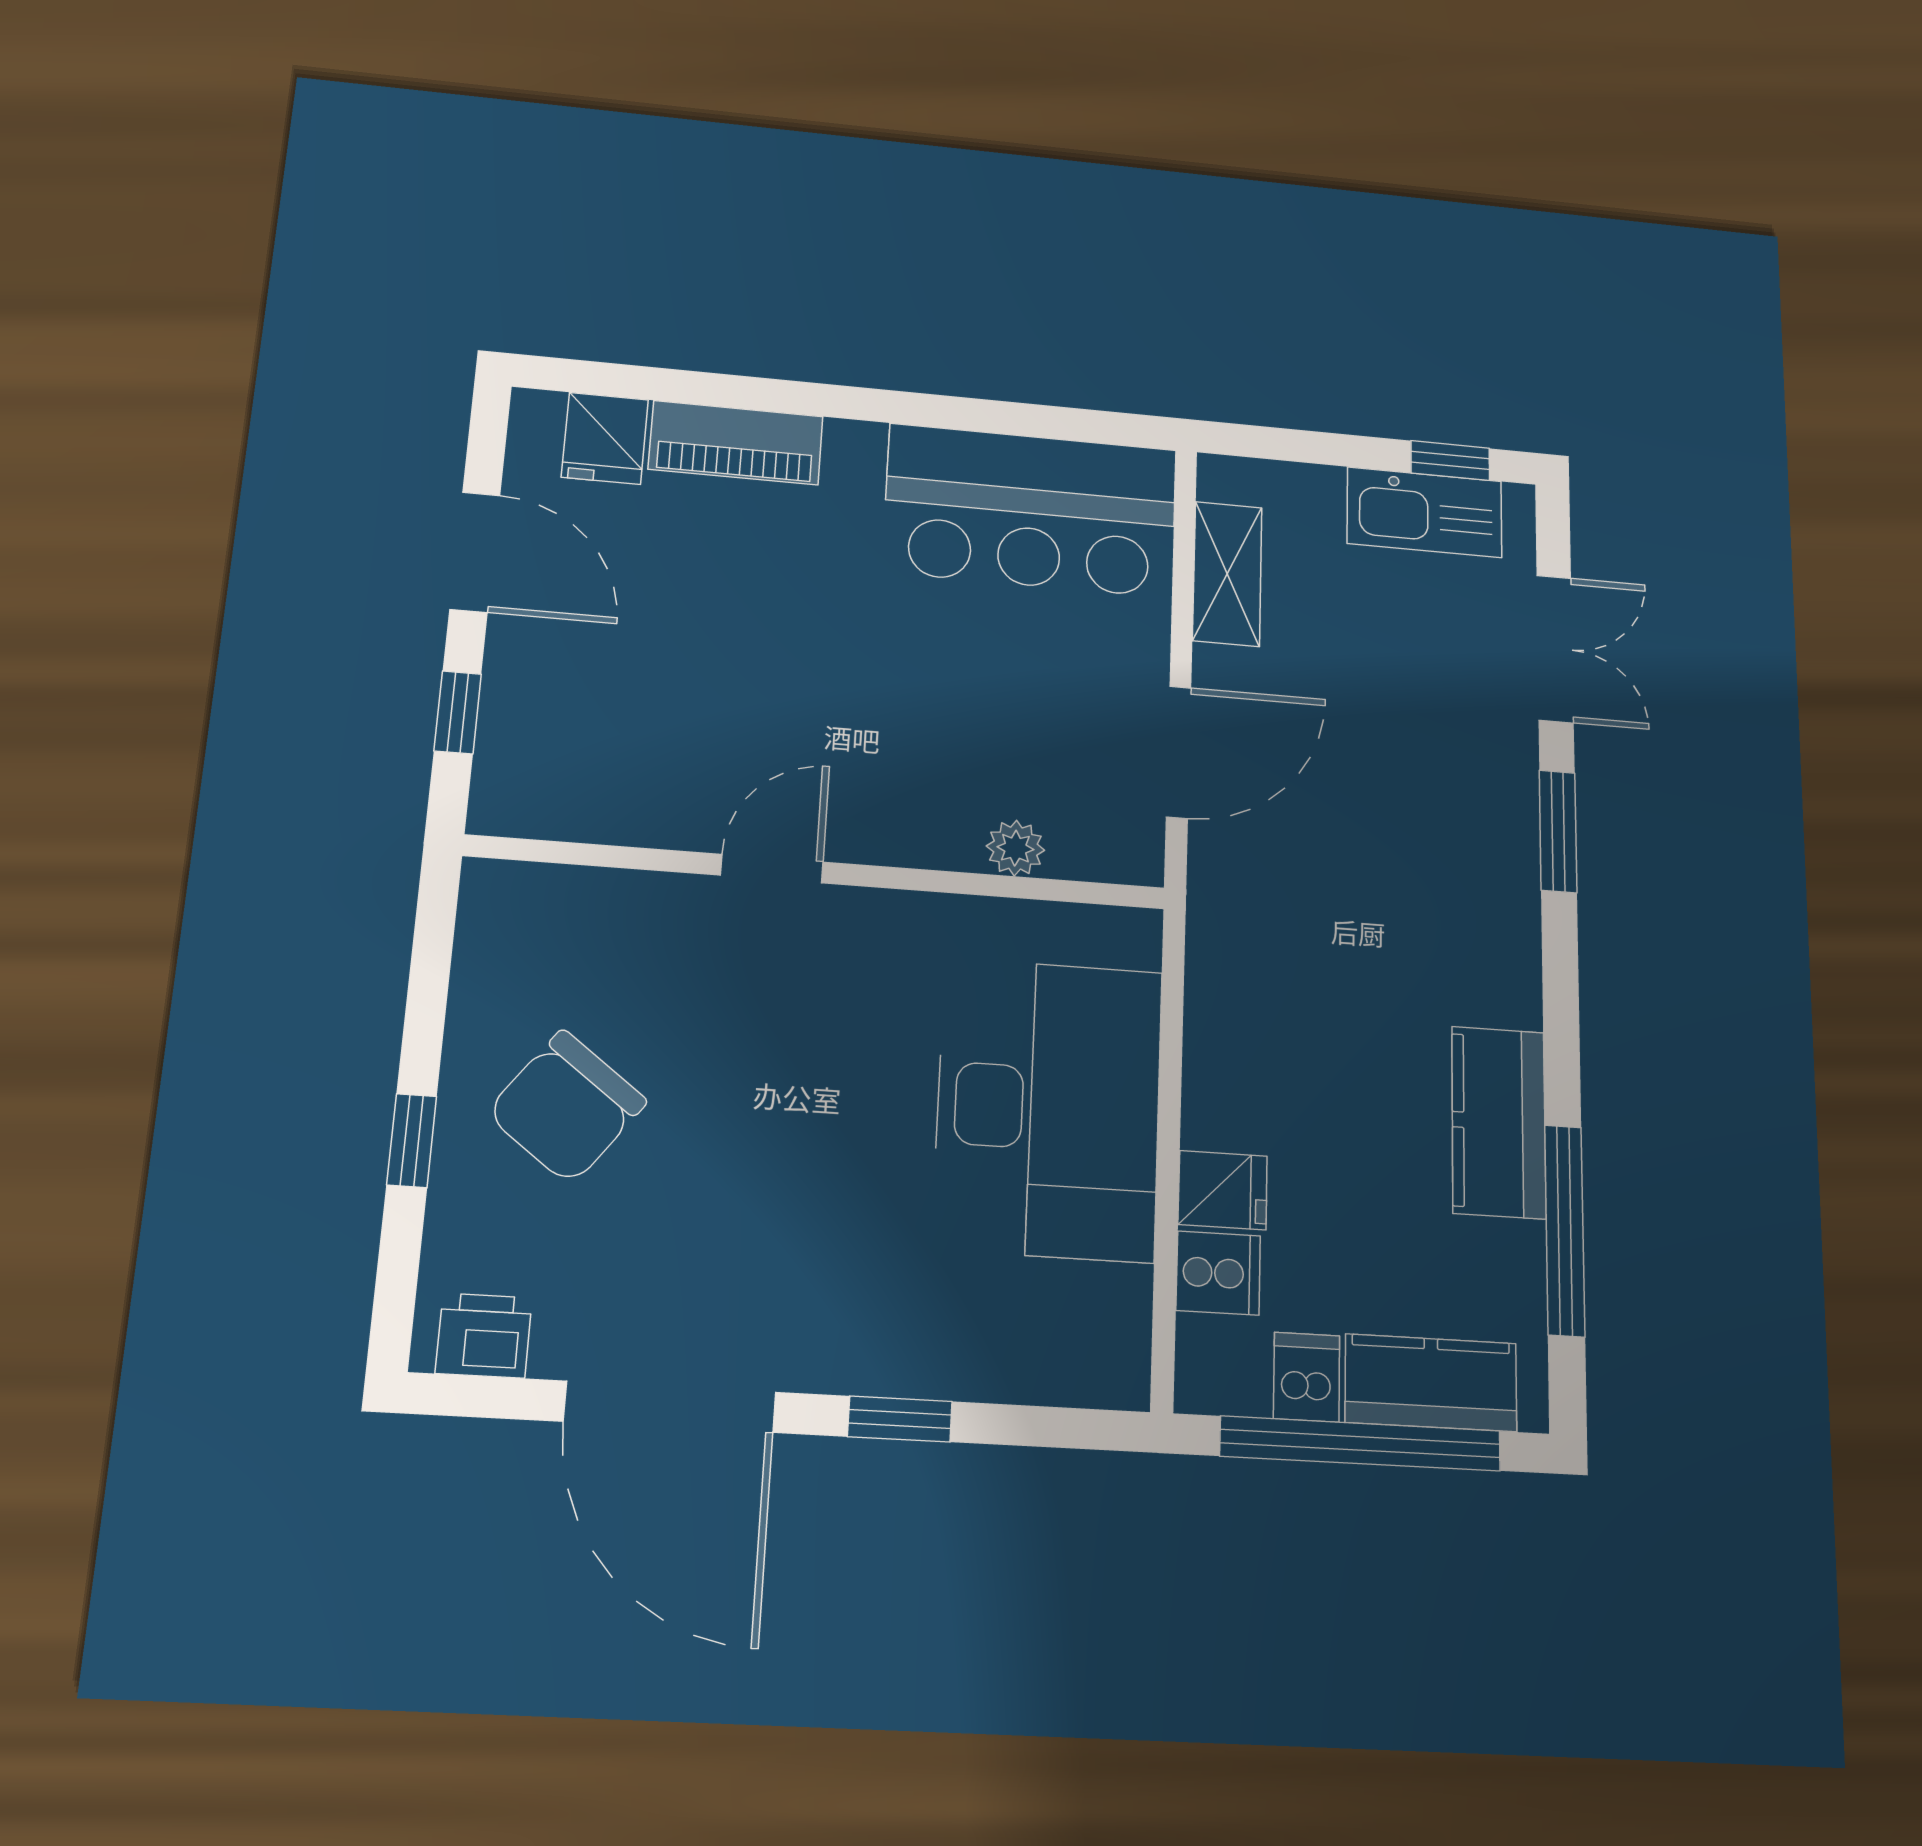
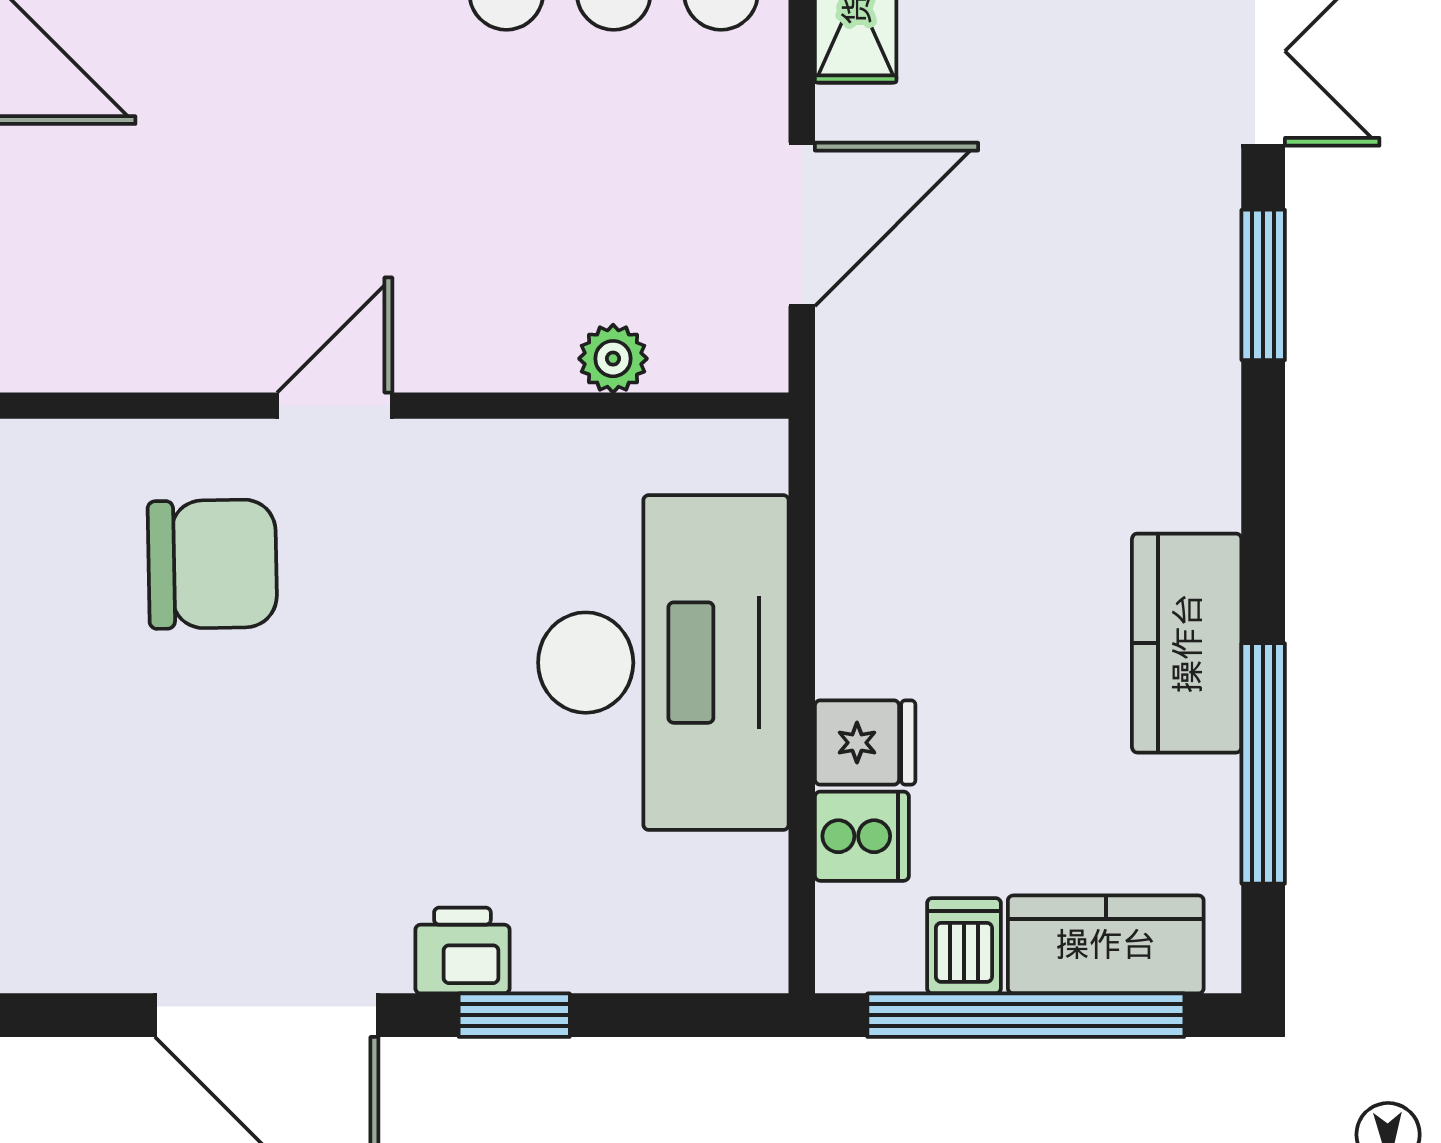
chair: (567, 1107) -> (212, 564), moved, turned -128
printer: (484, 1336) -> (462, 950), moved

